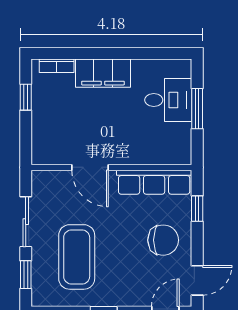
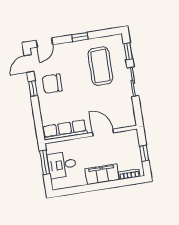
door: (90, 167) -> (103, 133), moved
wall: (111, 167) -> (91, 135), moved
row of seats: (154, 182) -> (65, 130), moved
window: (197, 209) -> (33, 89), moved

